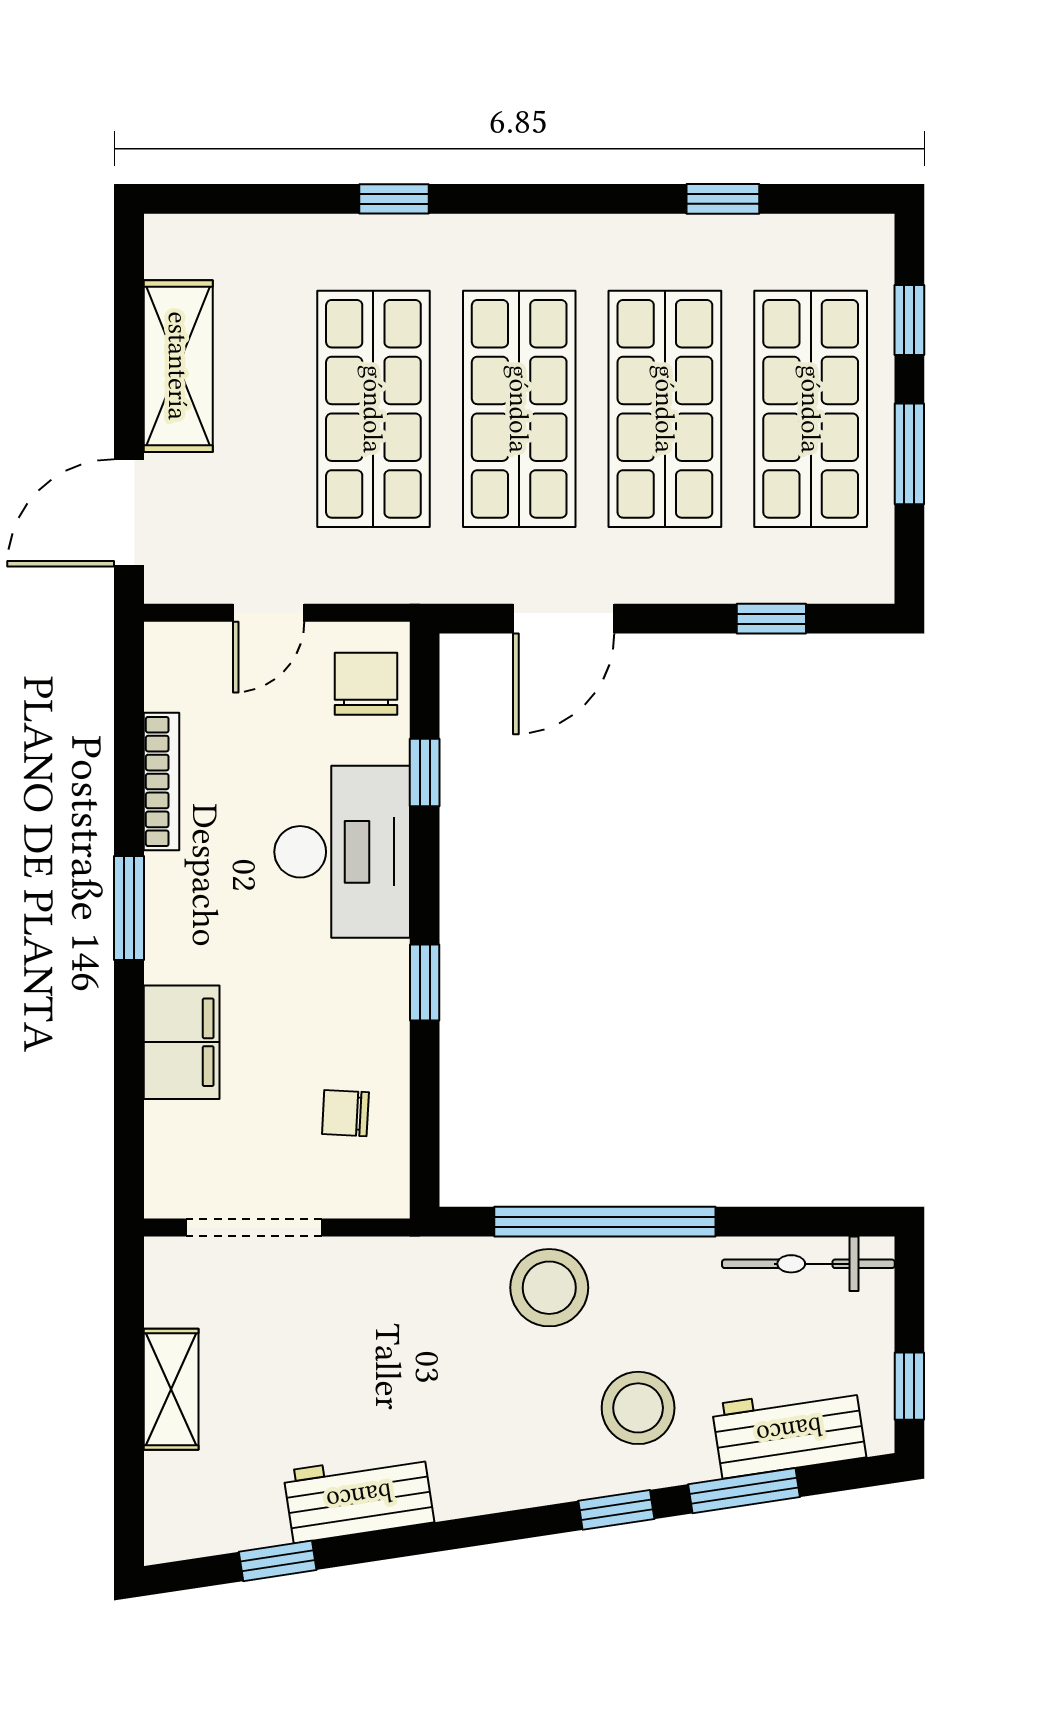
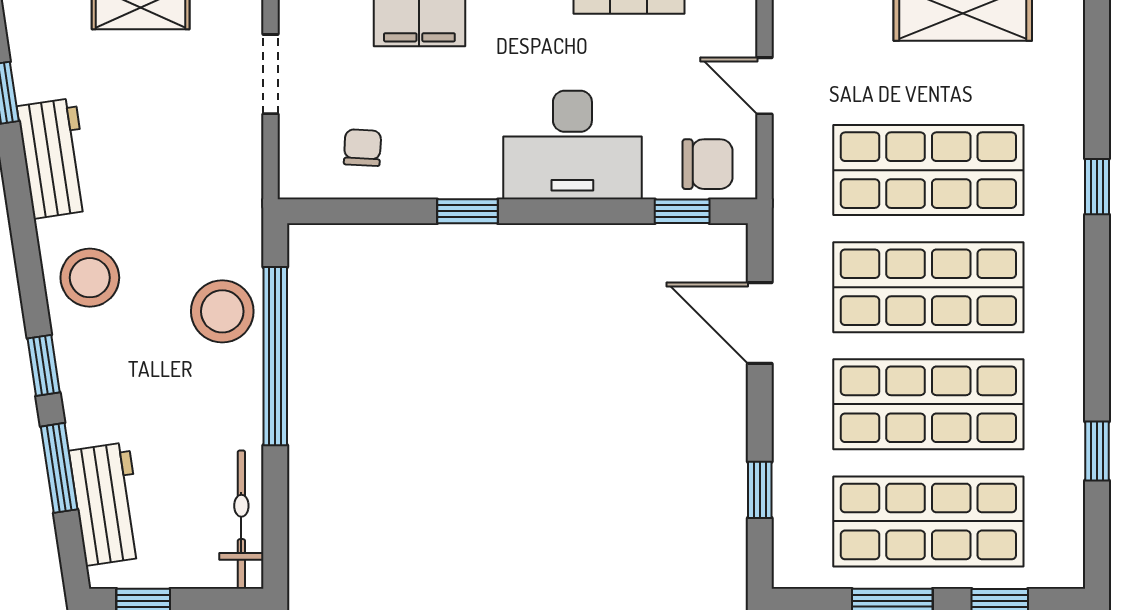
window: (425, 773) -> (682, 211), moved
doorway: (254, 1228) -> (270, 74), width x0.73
stool: (638, 1408) -> (90, 278), moved

